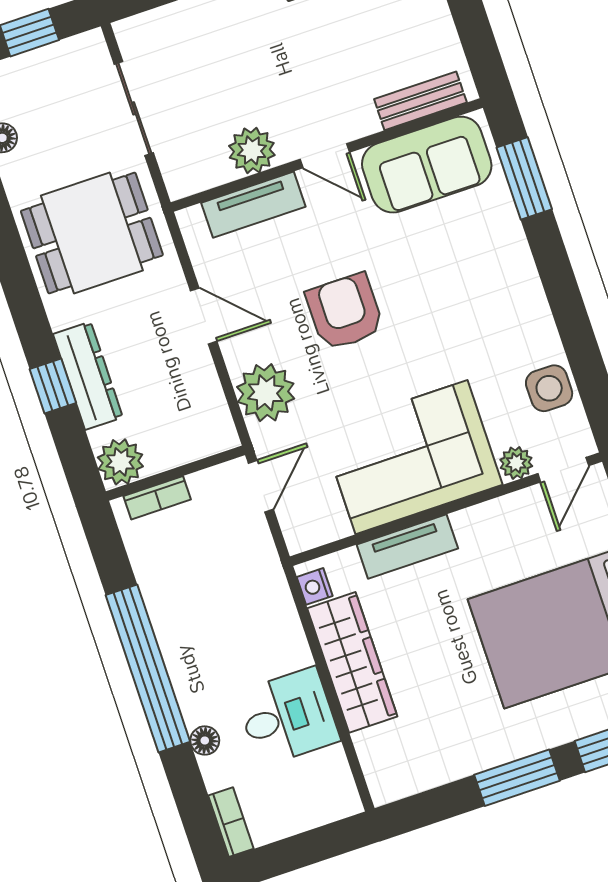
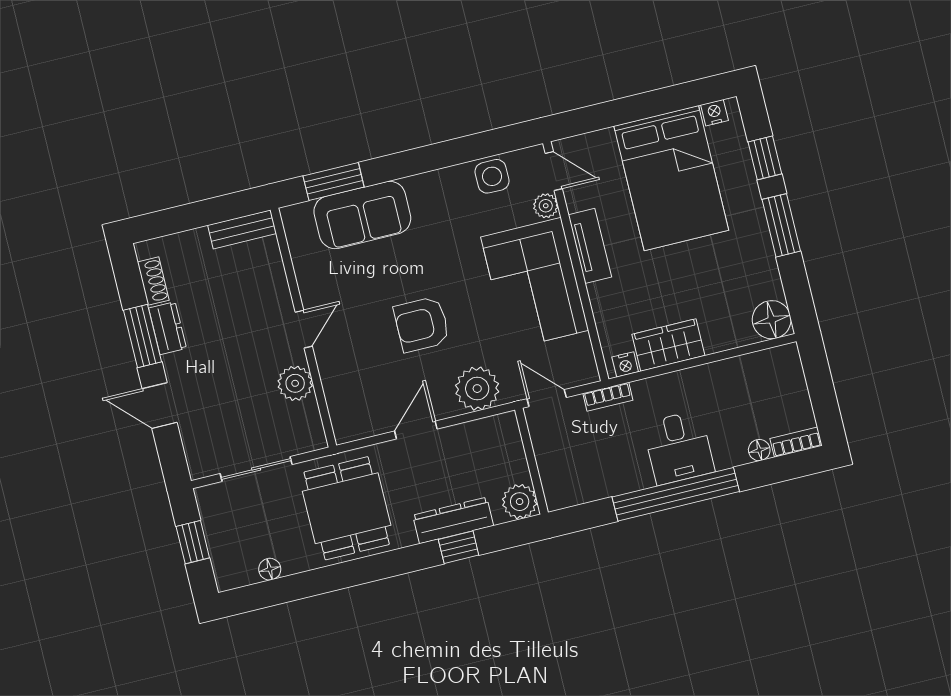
bench: (420, 101) -> (242, 229), moved, turned 90
sofa: (427, 165) -> (362, 215), moved, turned 90
tv unit: (253, 205) -> (336, 386), removed
bookcase: (157, 498) -> (608, 397), moved, turned 90
tv unit: (407, 546) -> (590, 246), moved
wardrobe: (352, 662) -> (668, 345), width x0.67
desk: (288, 717) -> (679, 447), moved, turned 180
floor lamp: (205, 741) -> (759, 450), moved
floor lamp: (391, 776) -> (772, 320), added

